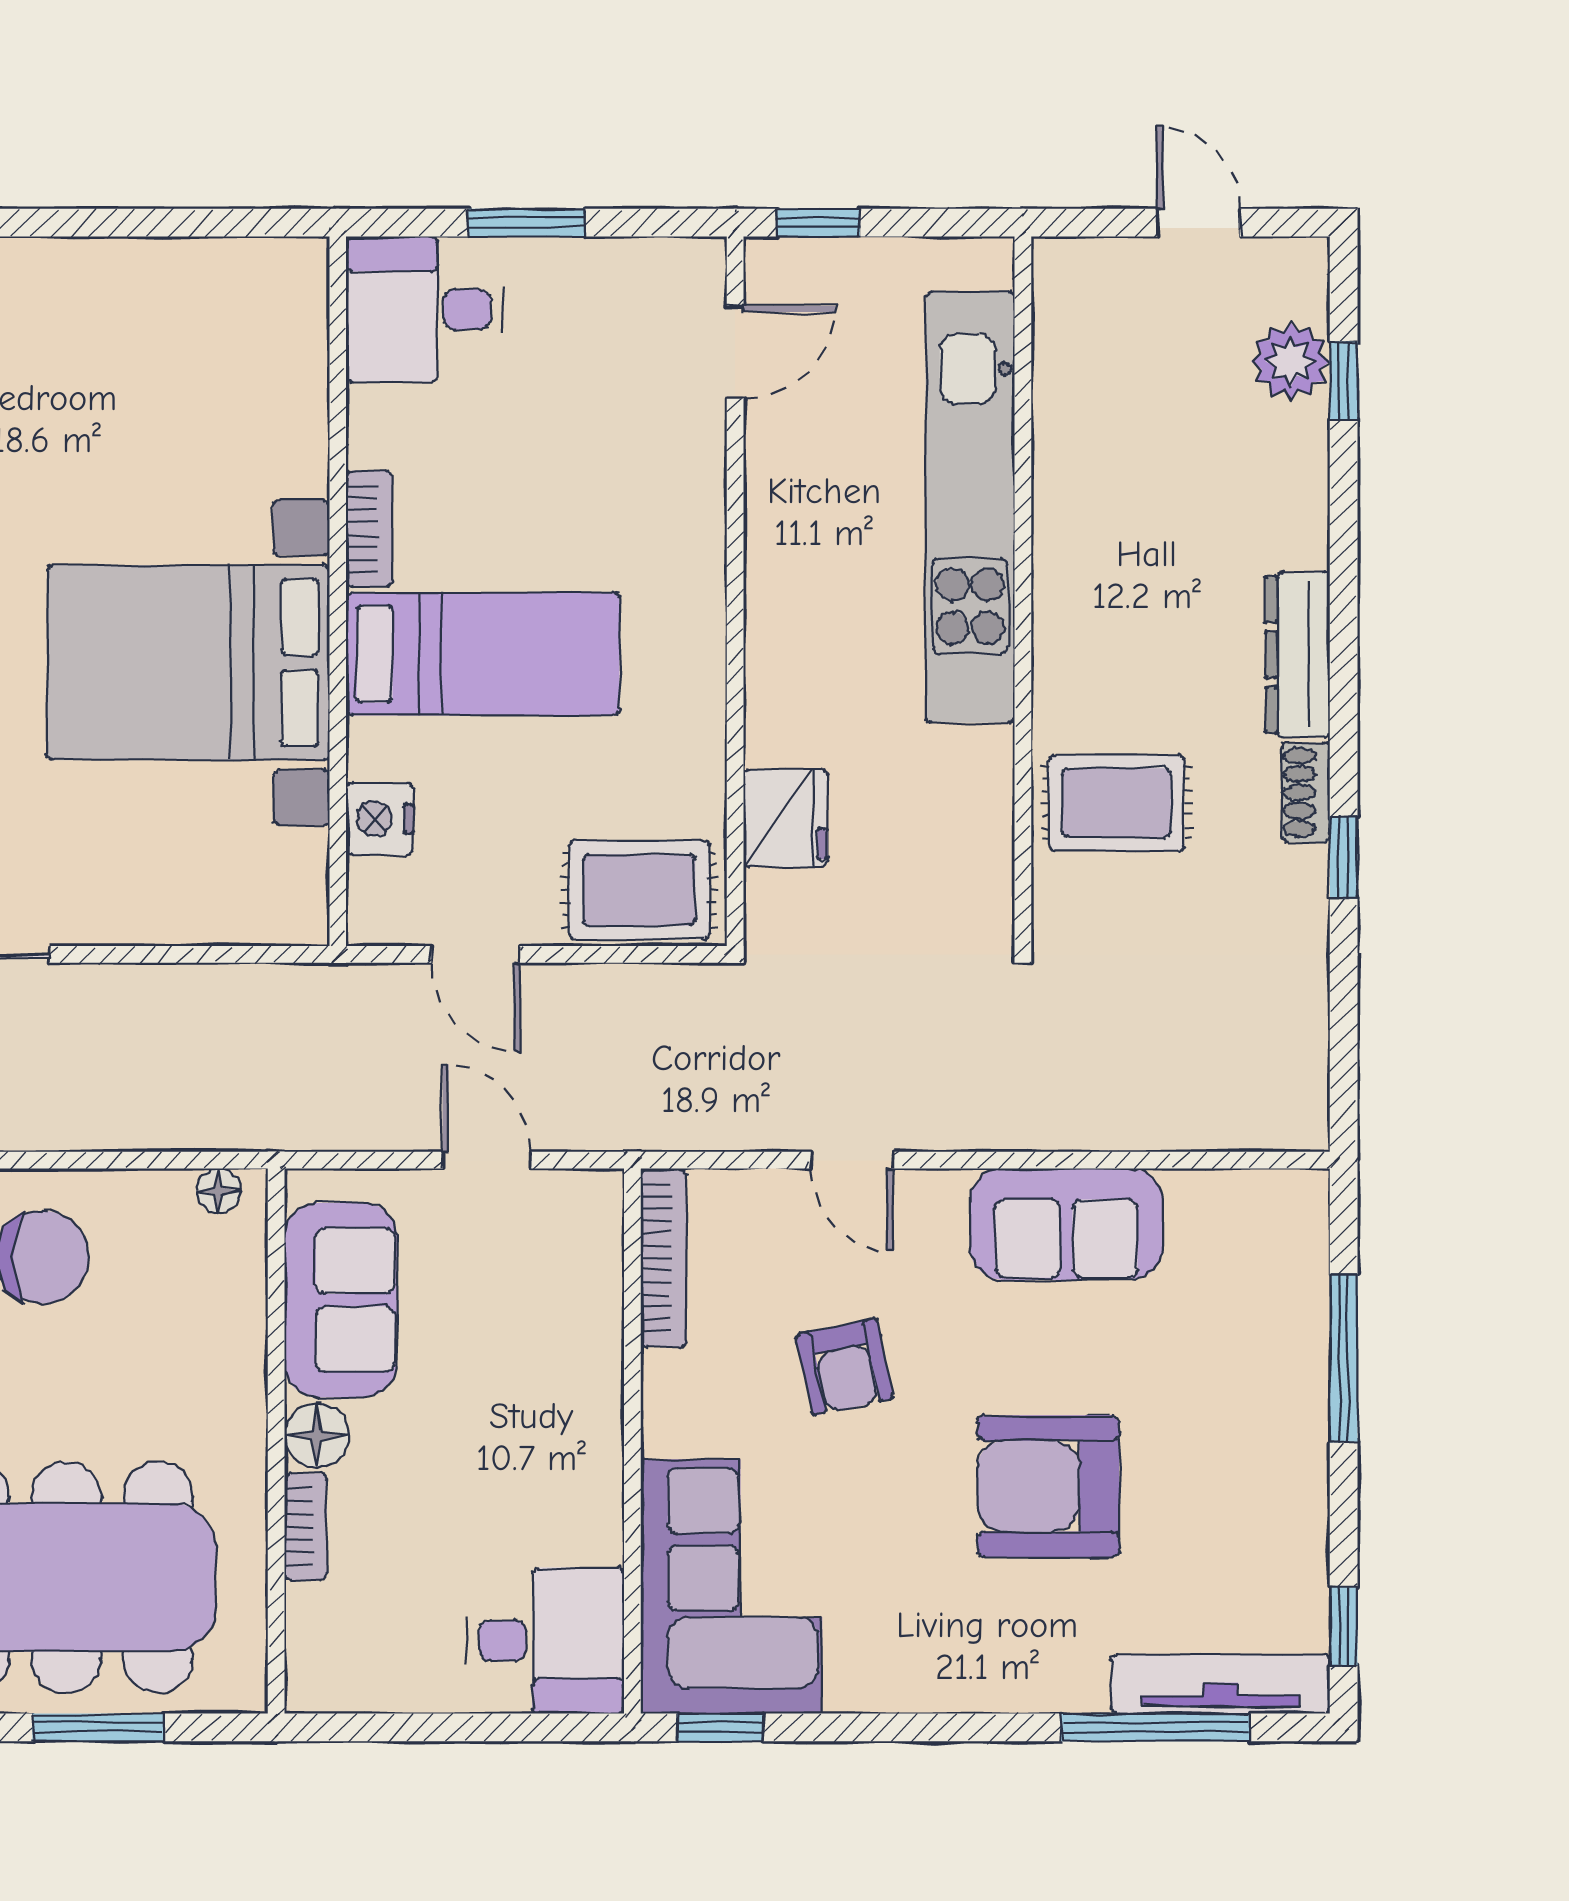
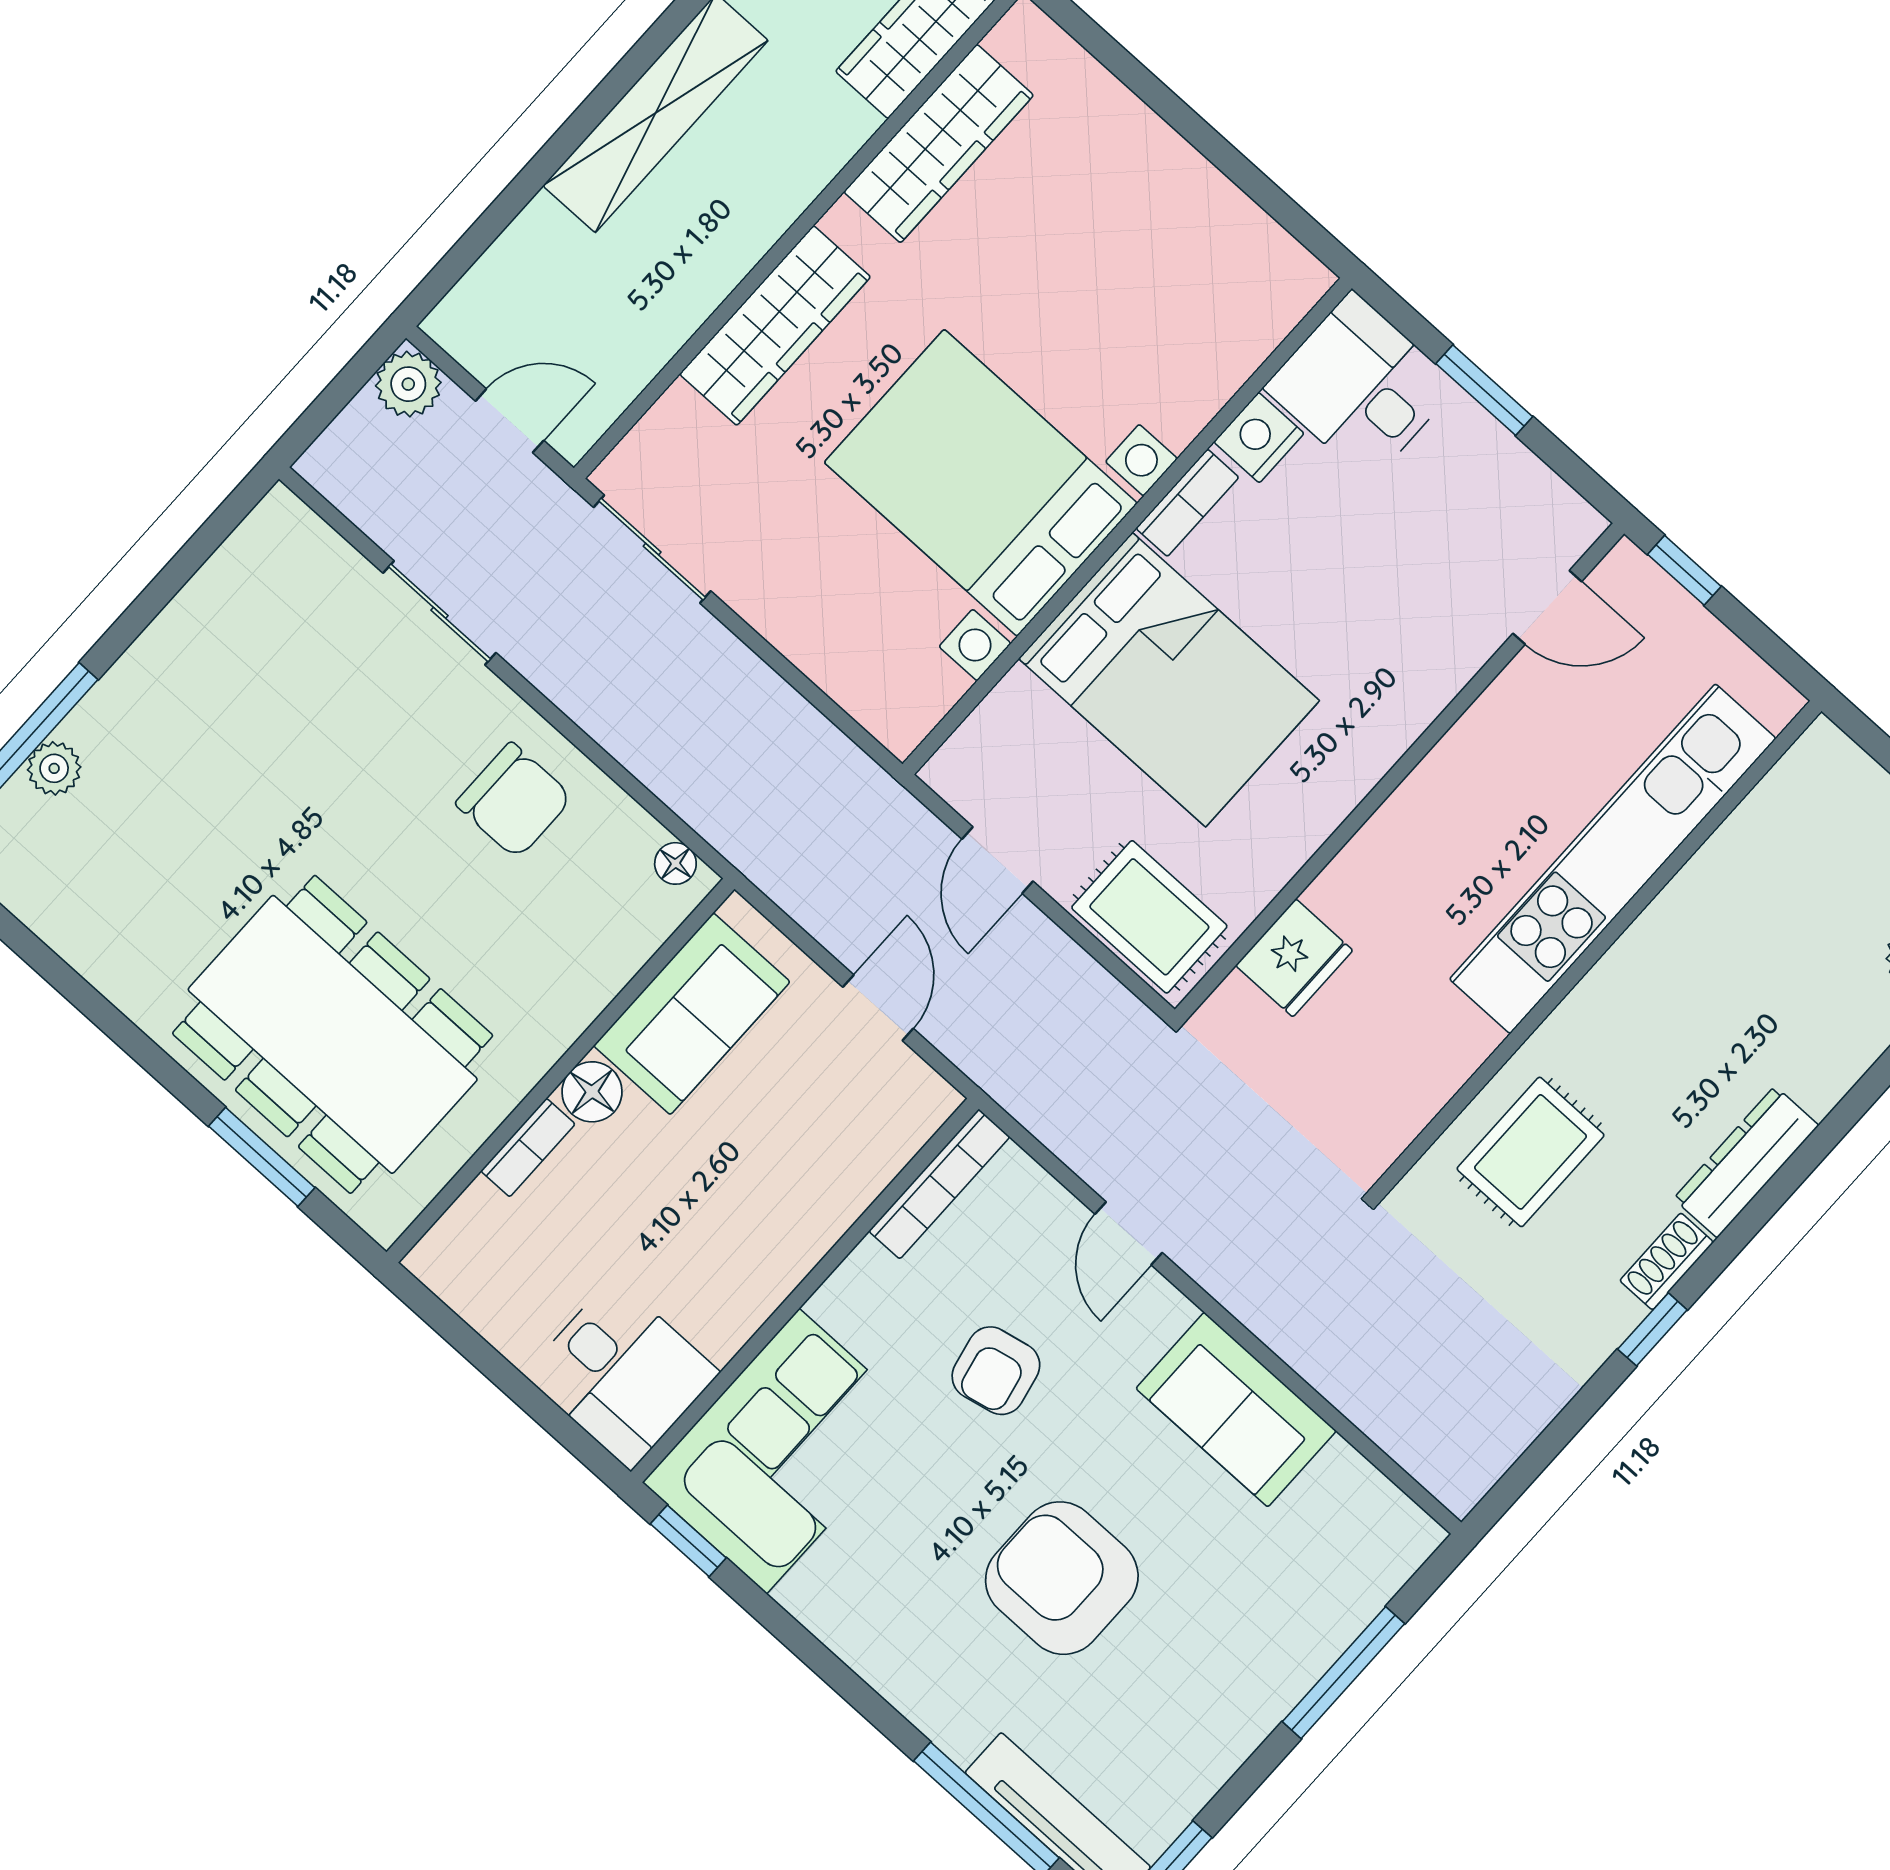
bed: (483, 654) -> (1169, 680), width x1.50
rug: (1117, 803) -> (1531, 1152), turned 90
nightstand: (380, 819) -> (1259, 438), moved

